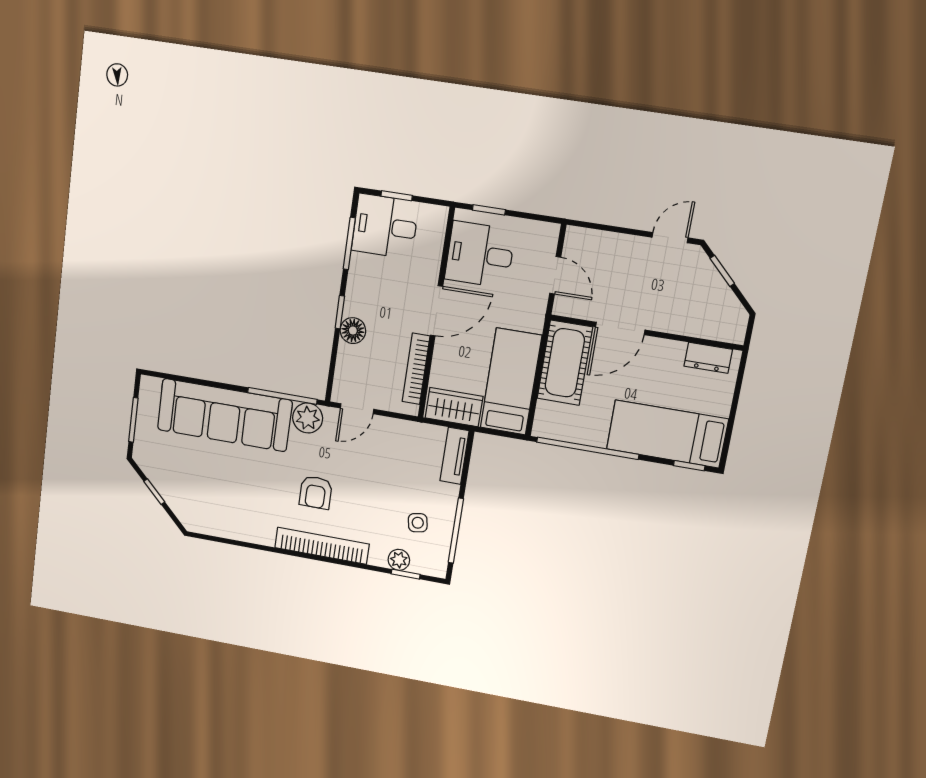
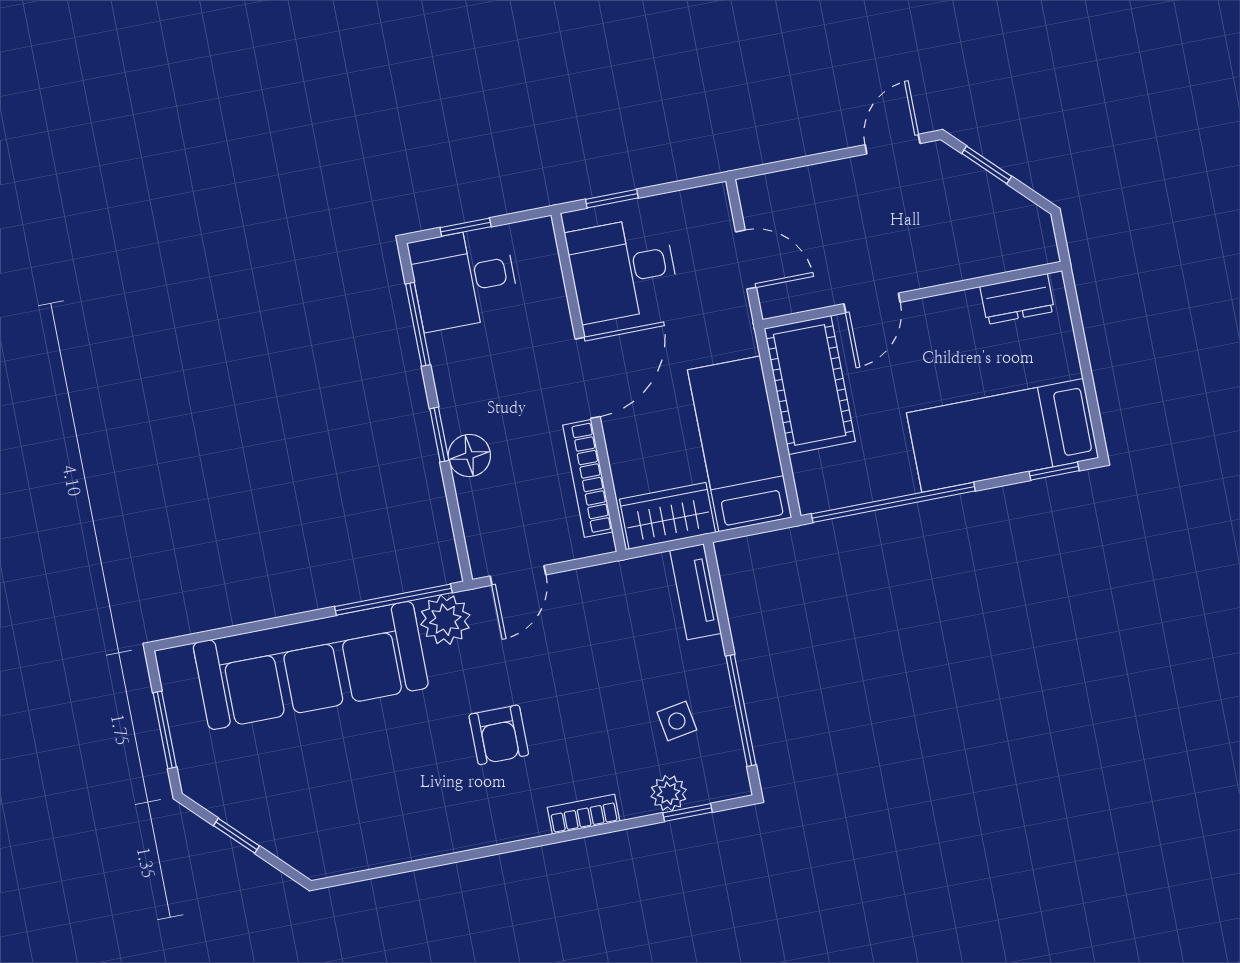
door: (620, 328) -> (872, 303), width x0.73
bookcase: (322, 546) -> (584, 814), width x0.43, depth x0.76

